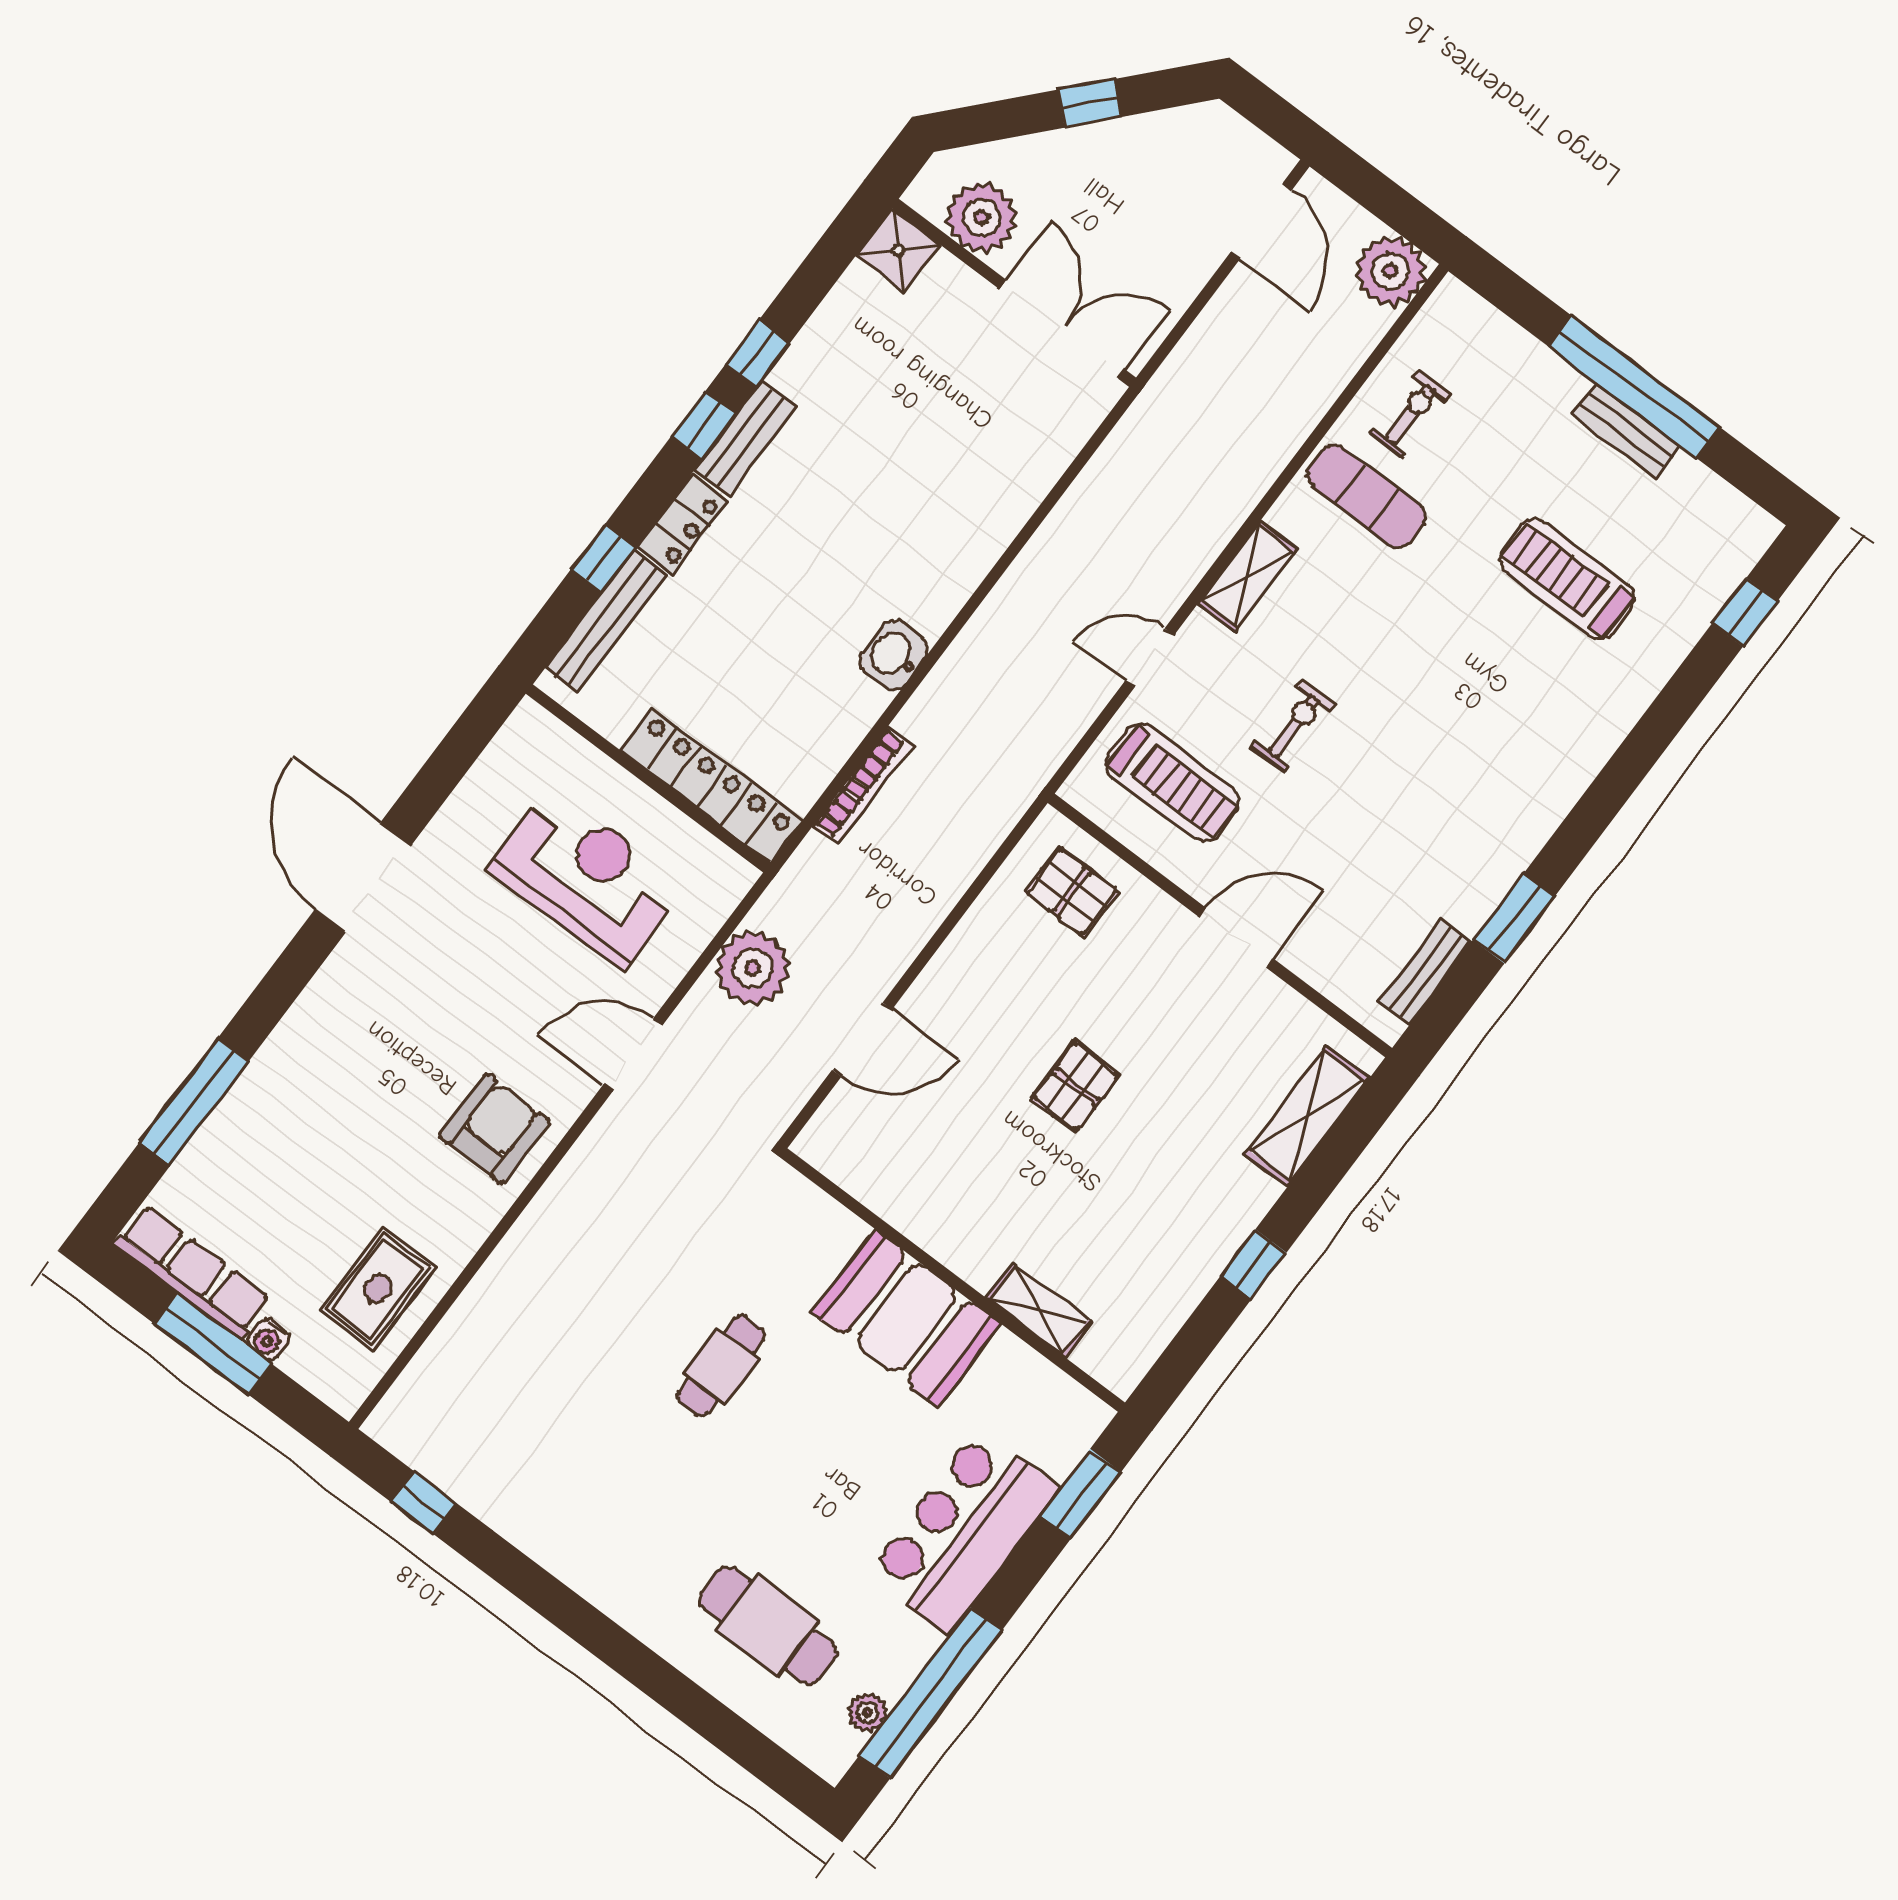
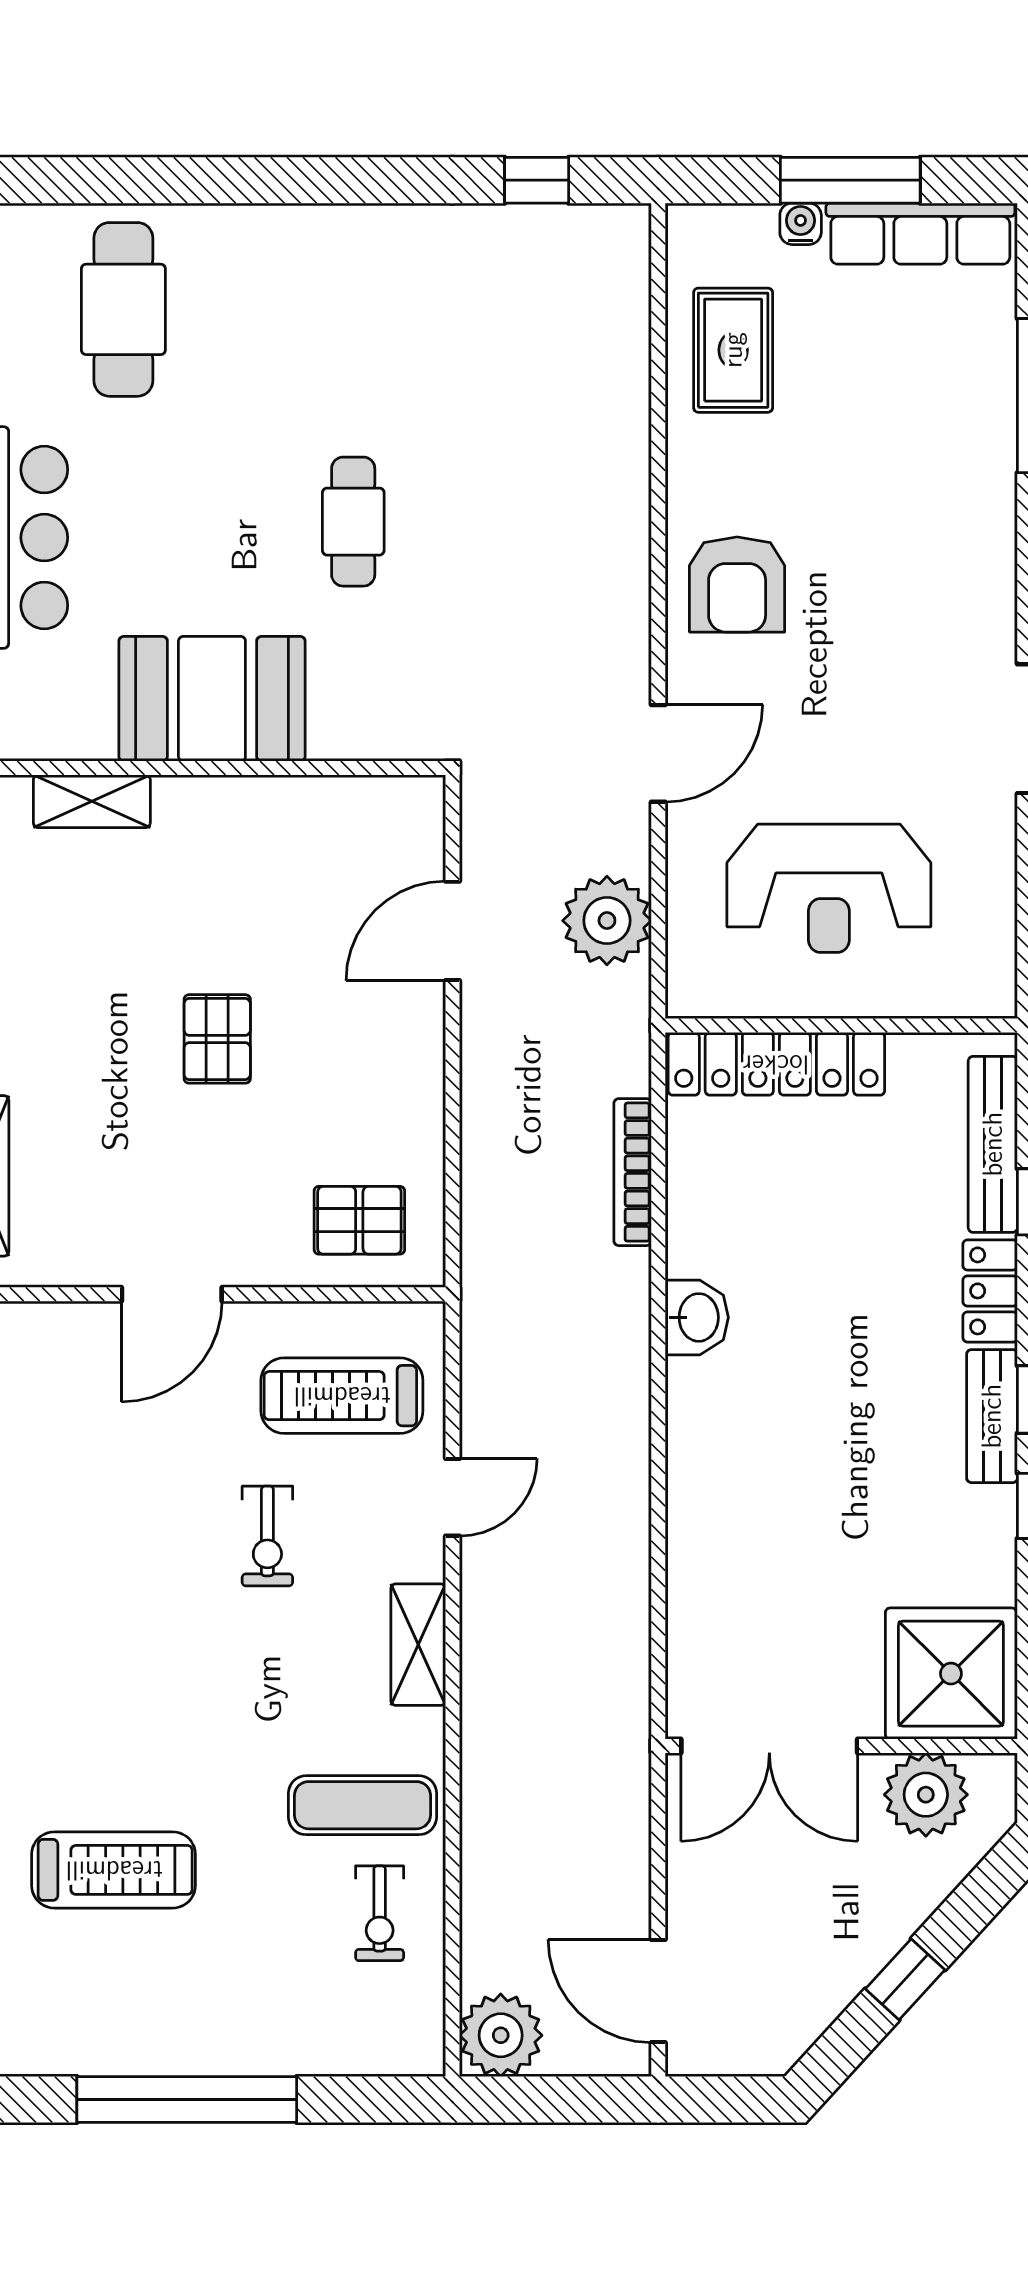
shower: (898, 250) -> (951, 1674), width x1.86, depth x1.86
bench: (1626, 430) -> (164, 2053), removed
cafe table: (768, 1626) -> (123, 309), turned 90

